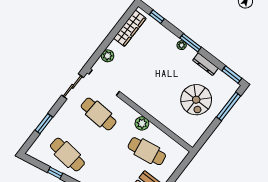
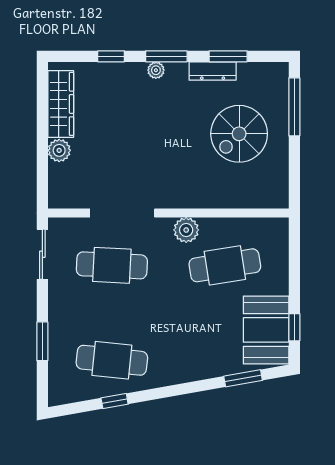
window: (157, 17) -> (111, 56), moved
plant: (108, 56) -> (59, 150), moved
window: (232, 74) -> (228, 56), moved
doorway: (104, 83) -> (122, 213), moved
spiral stairs: (196, 100) -> (239, 134), turned 90

